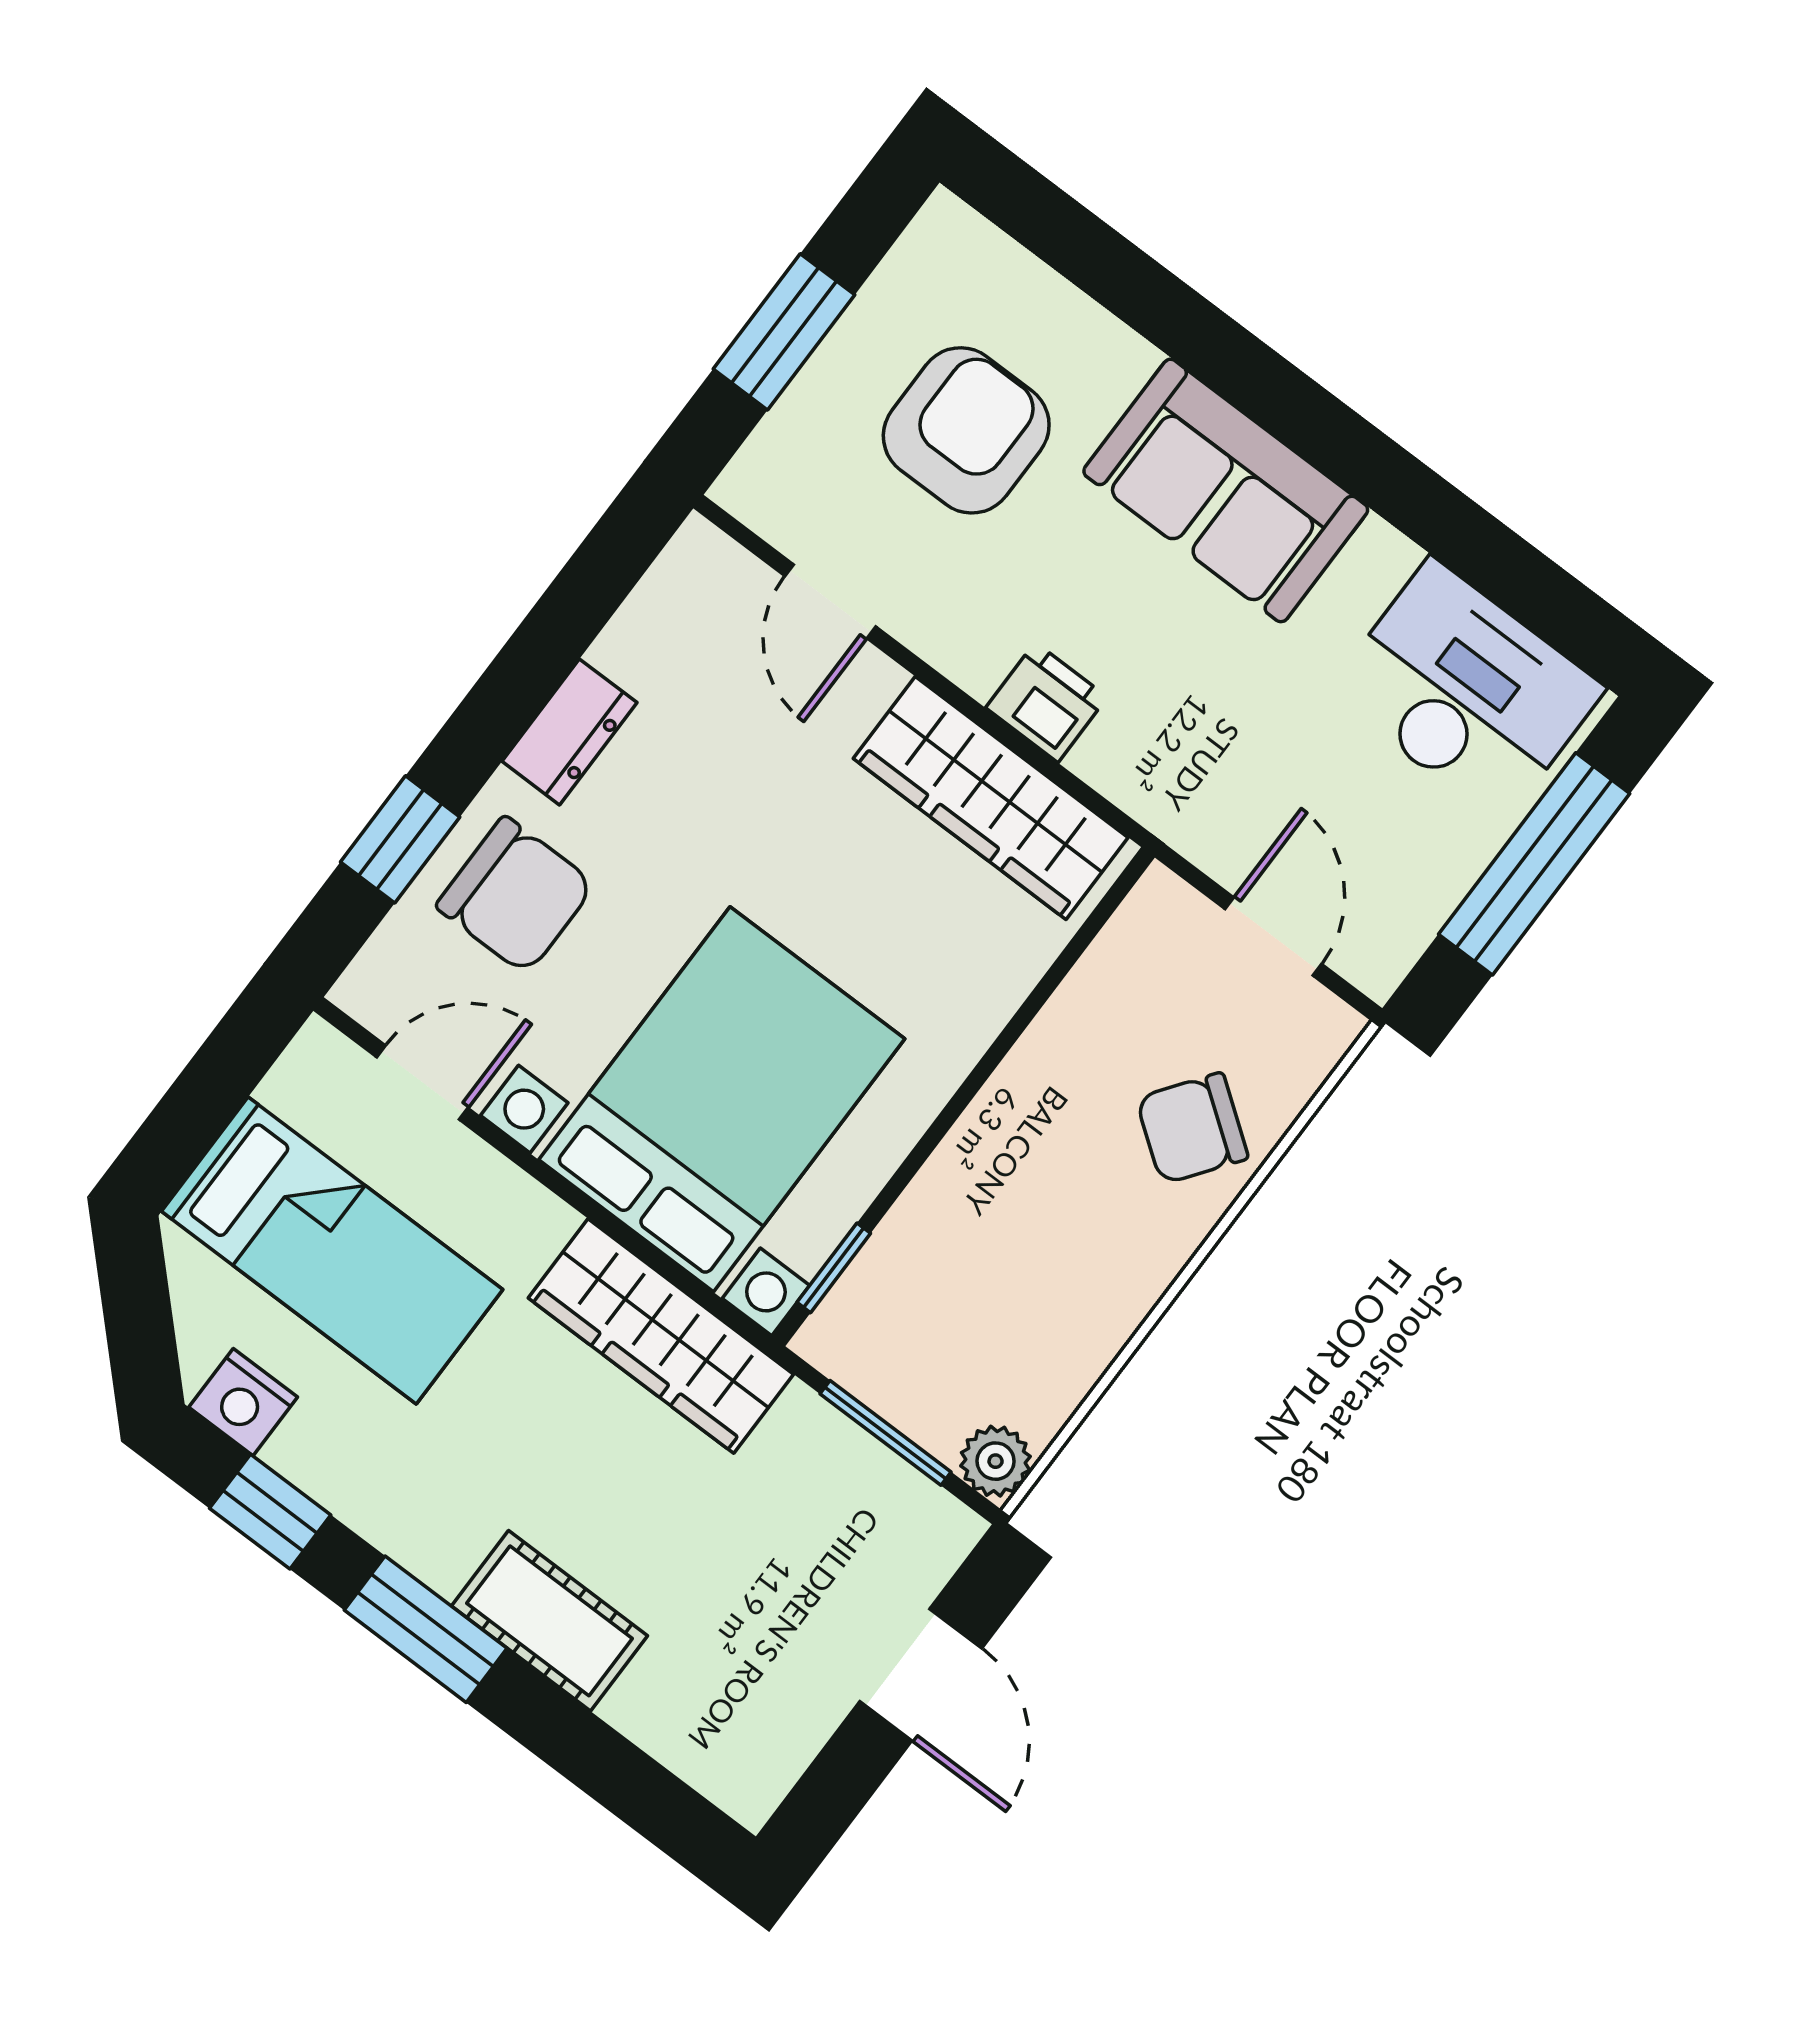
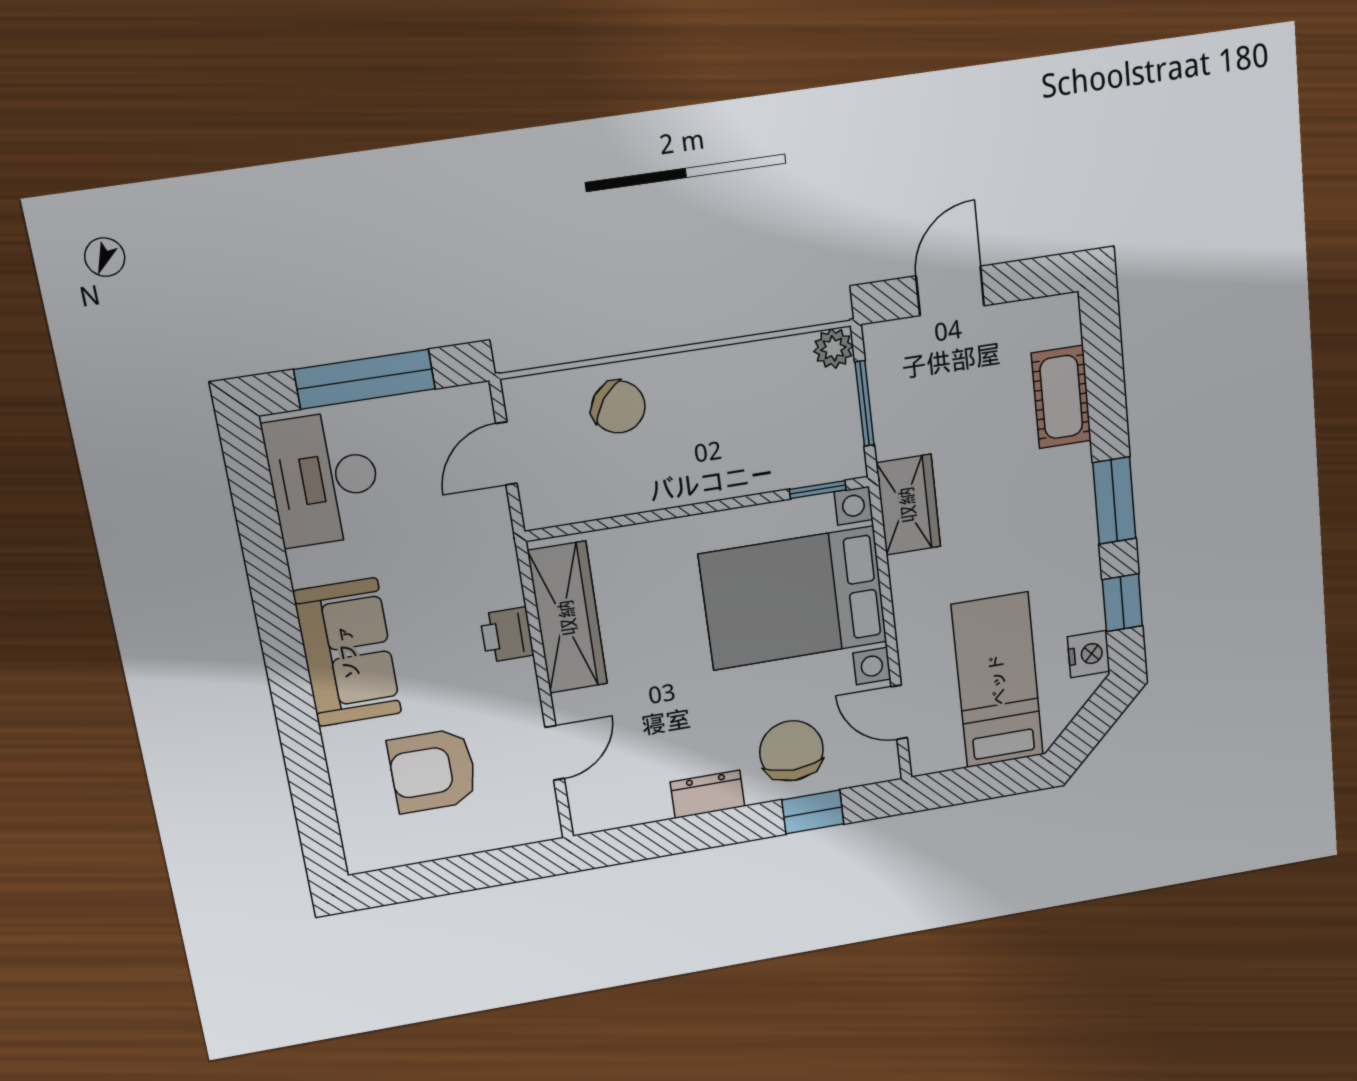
window: (784, 332) -> (469, 872), removed
wardrobe: (661, 1336) -> (908, 505), width x0.67
cot: (549, 1621) -> (1061, 397), moved

